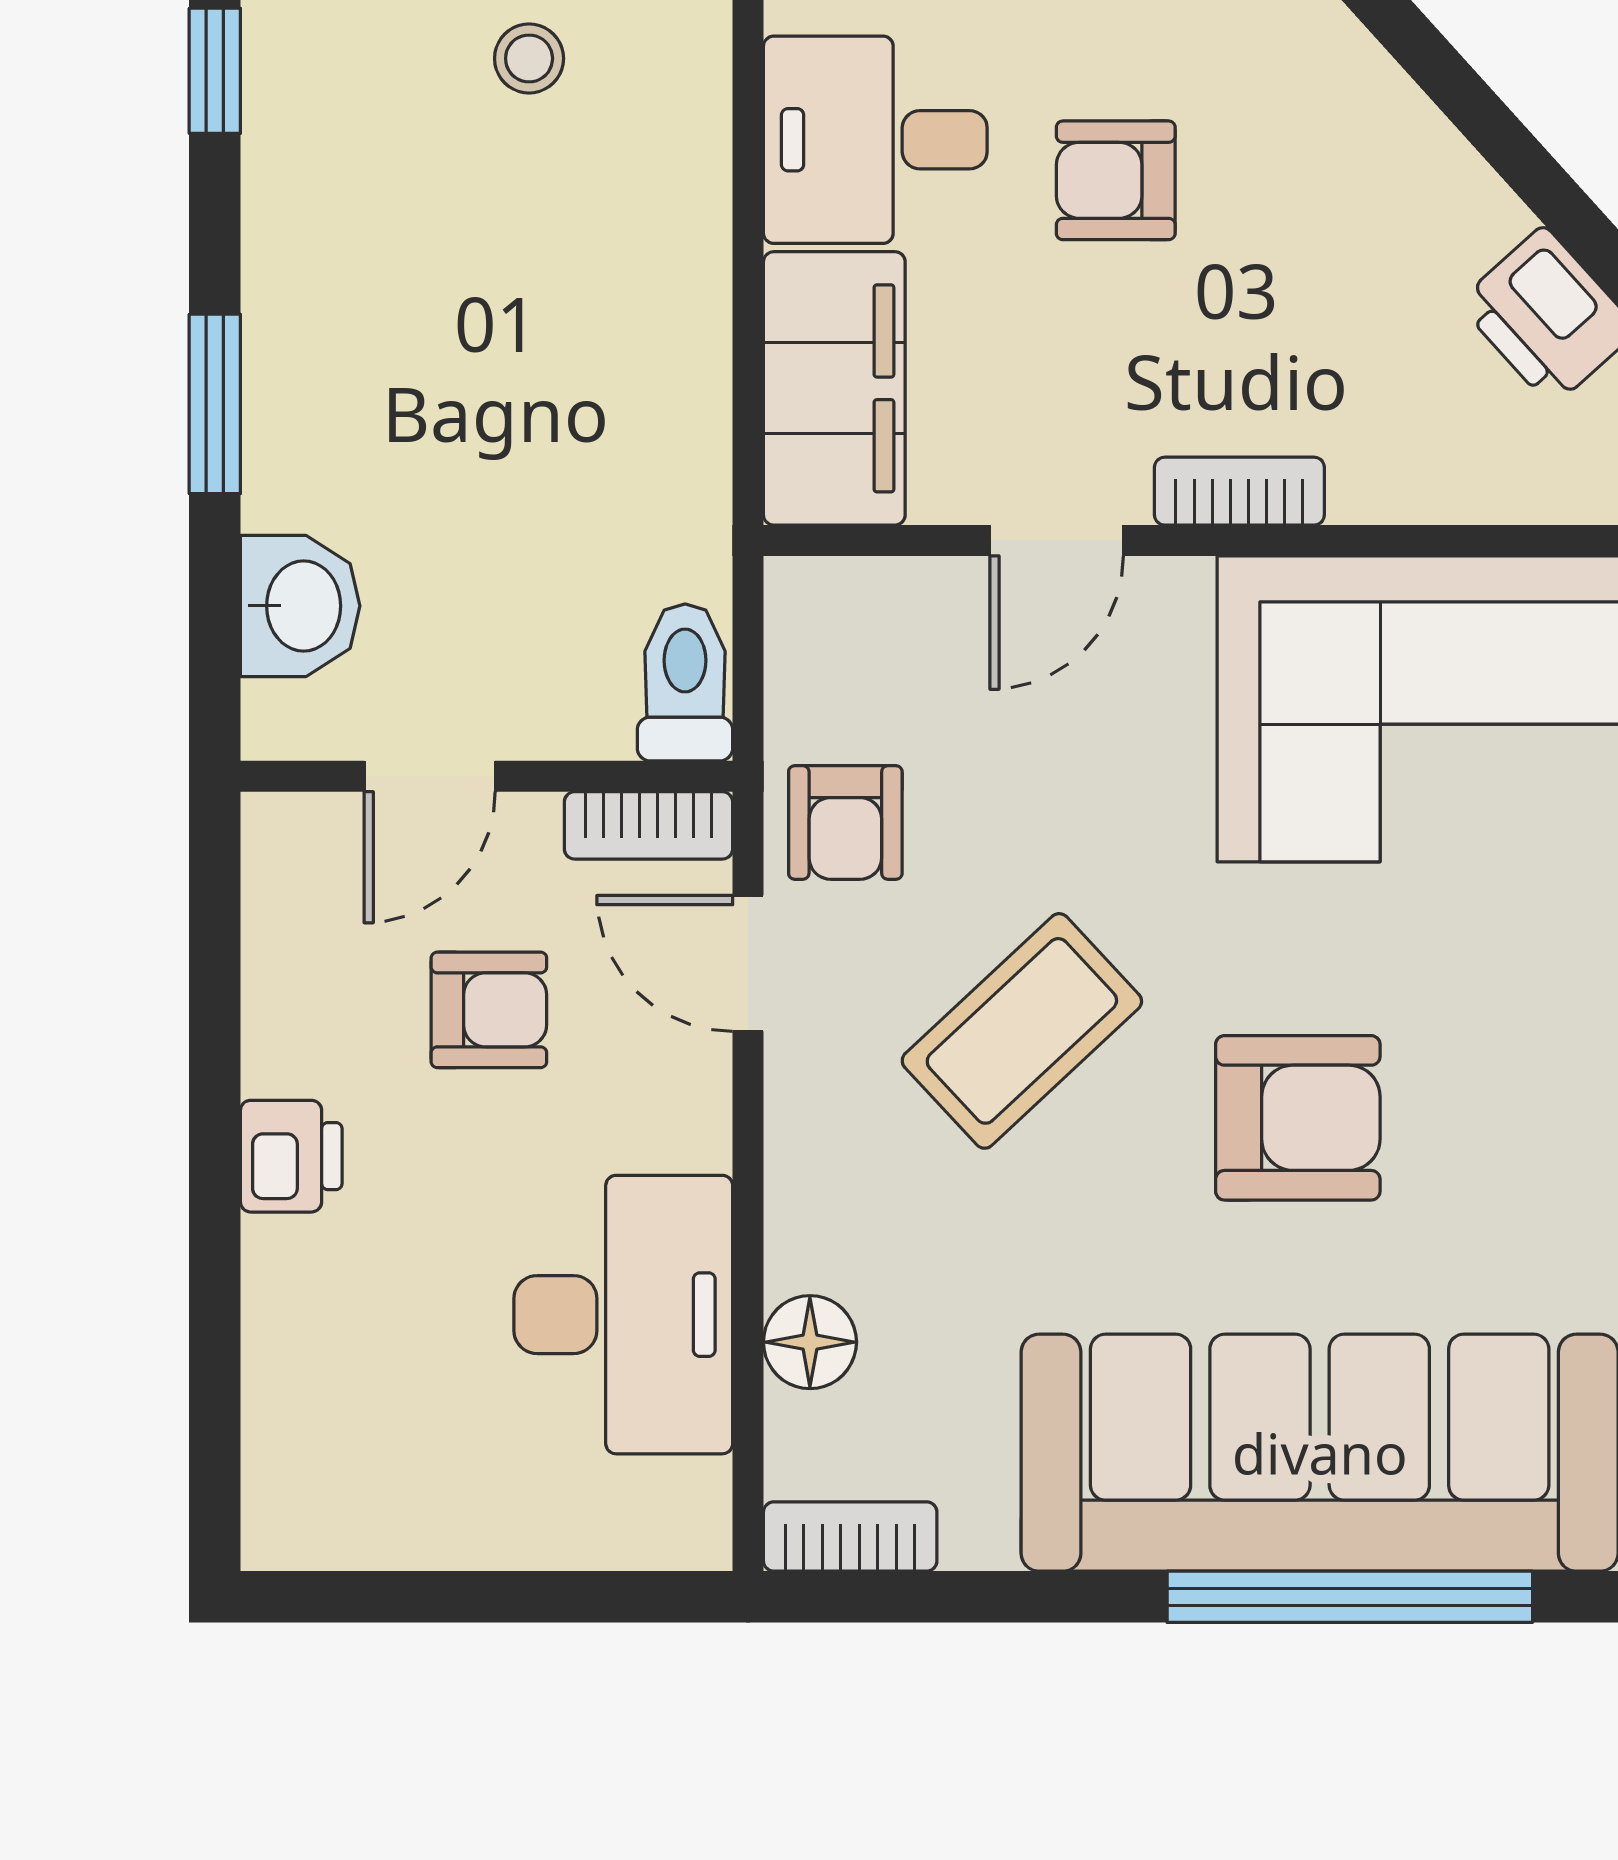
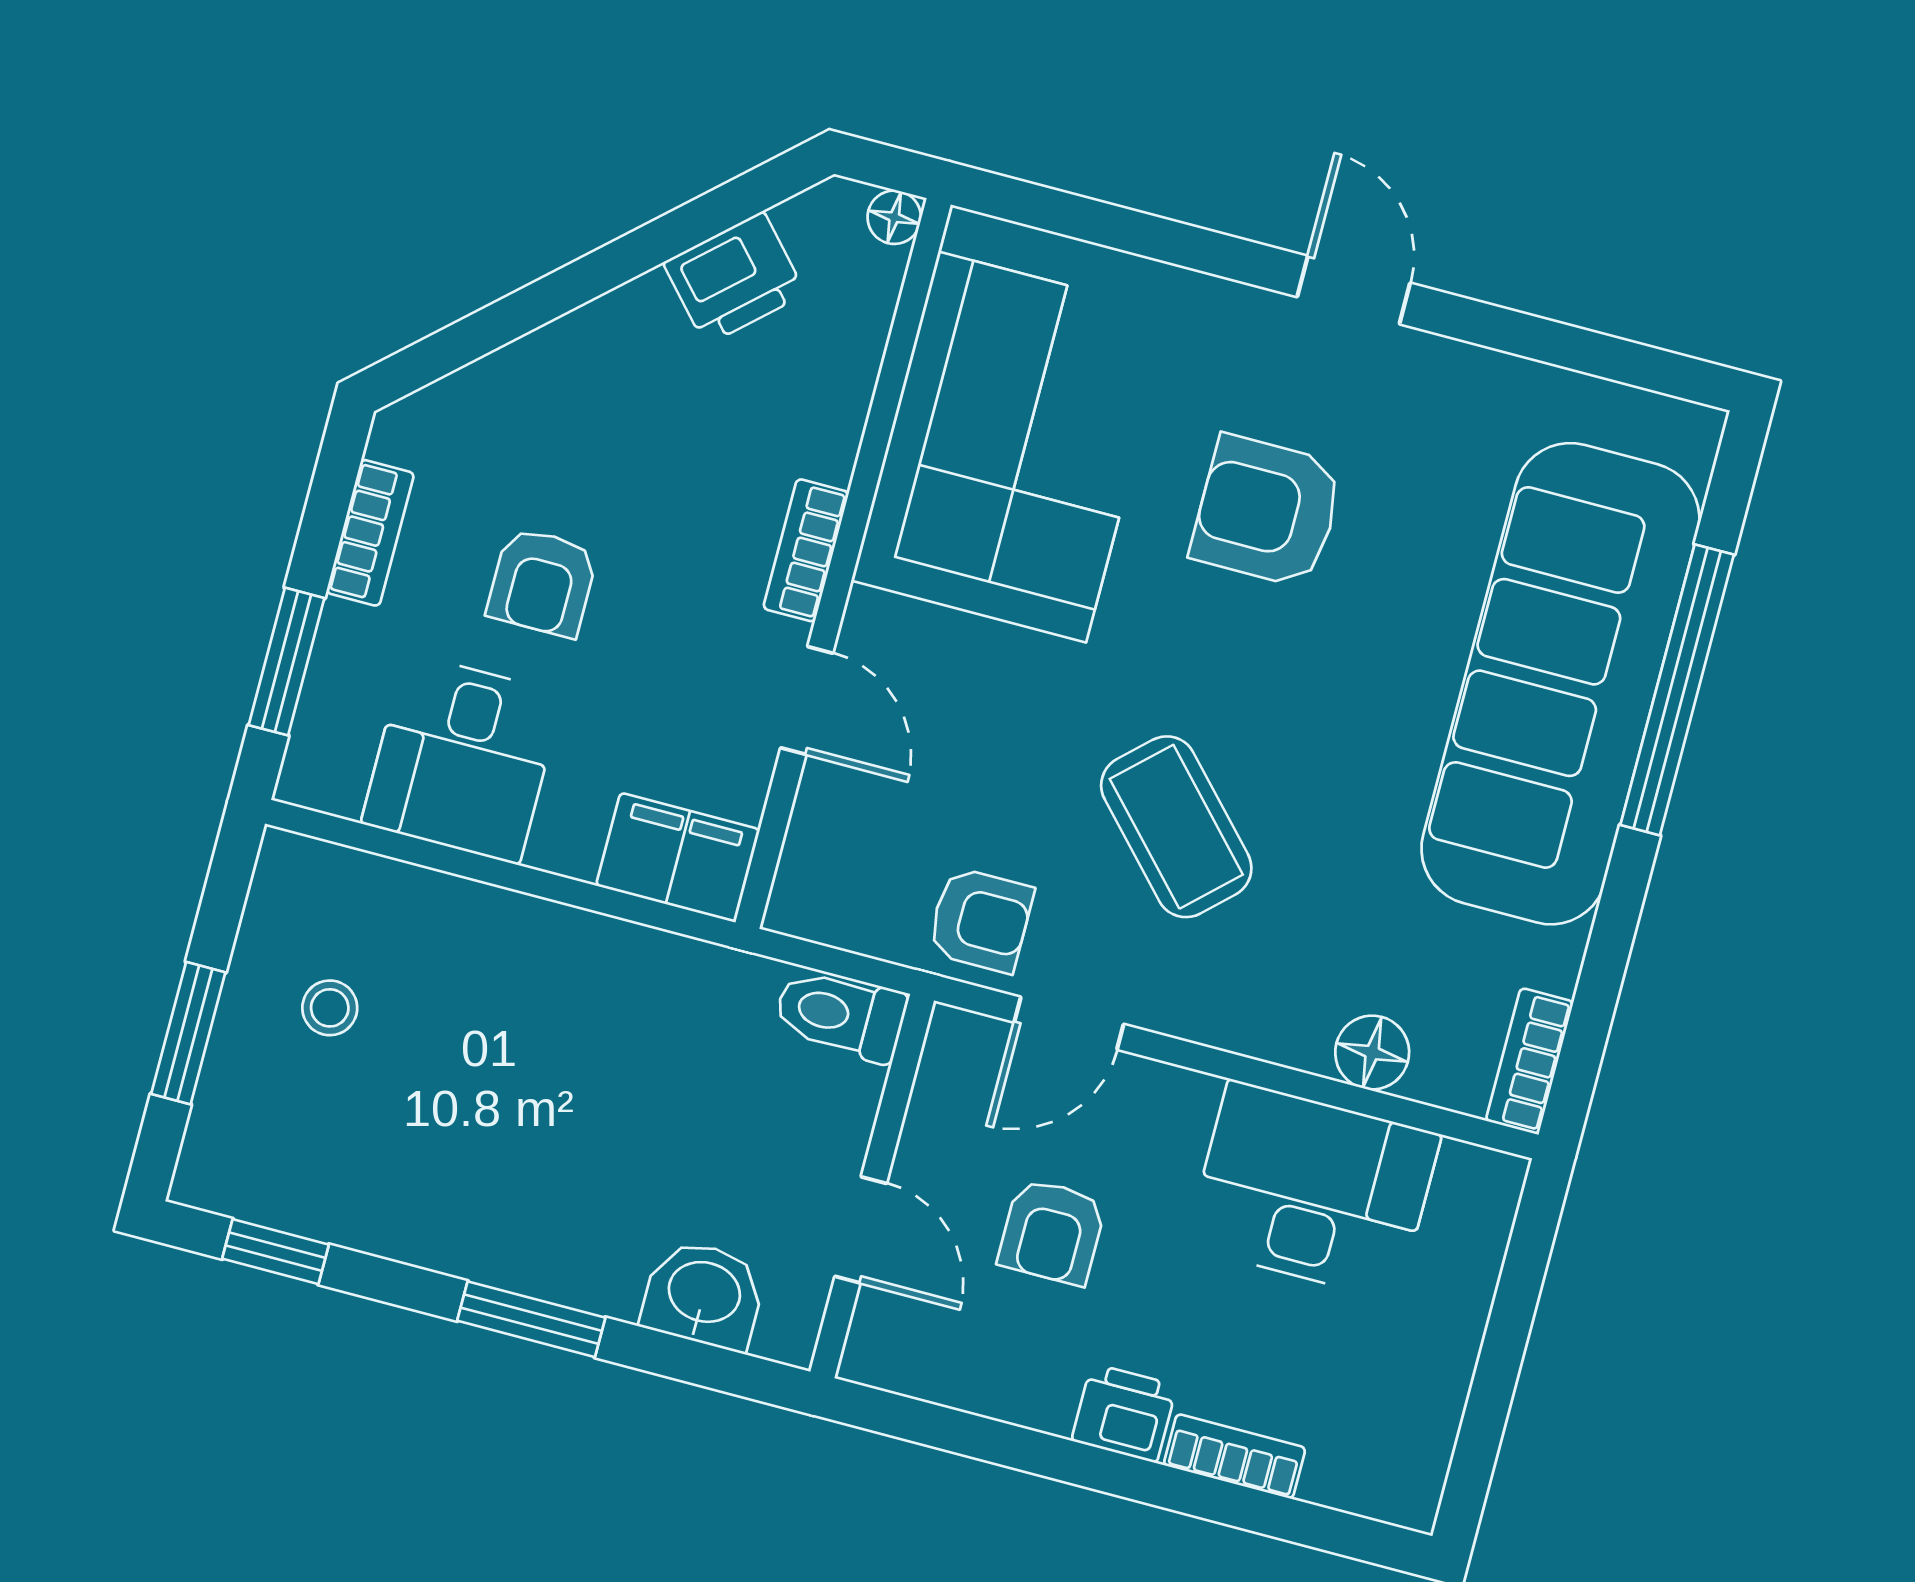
filing cabinet: (834, 388) -> (678, 857), width x0.67, depth x0.86
bookcase: (648, 825) -> (1235, 1456), moved, turned -90
armchair: (489, 1010) -> (1052, 1232), turned 180
armchair: (1298, 1118) -> (1267, 511), moved, turned -90

